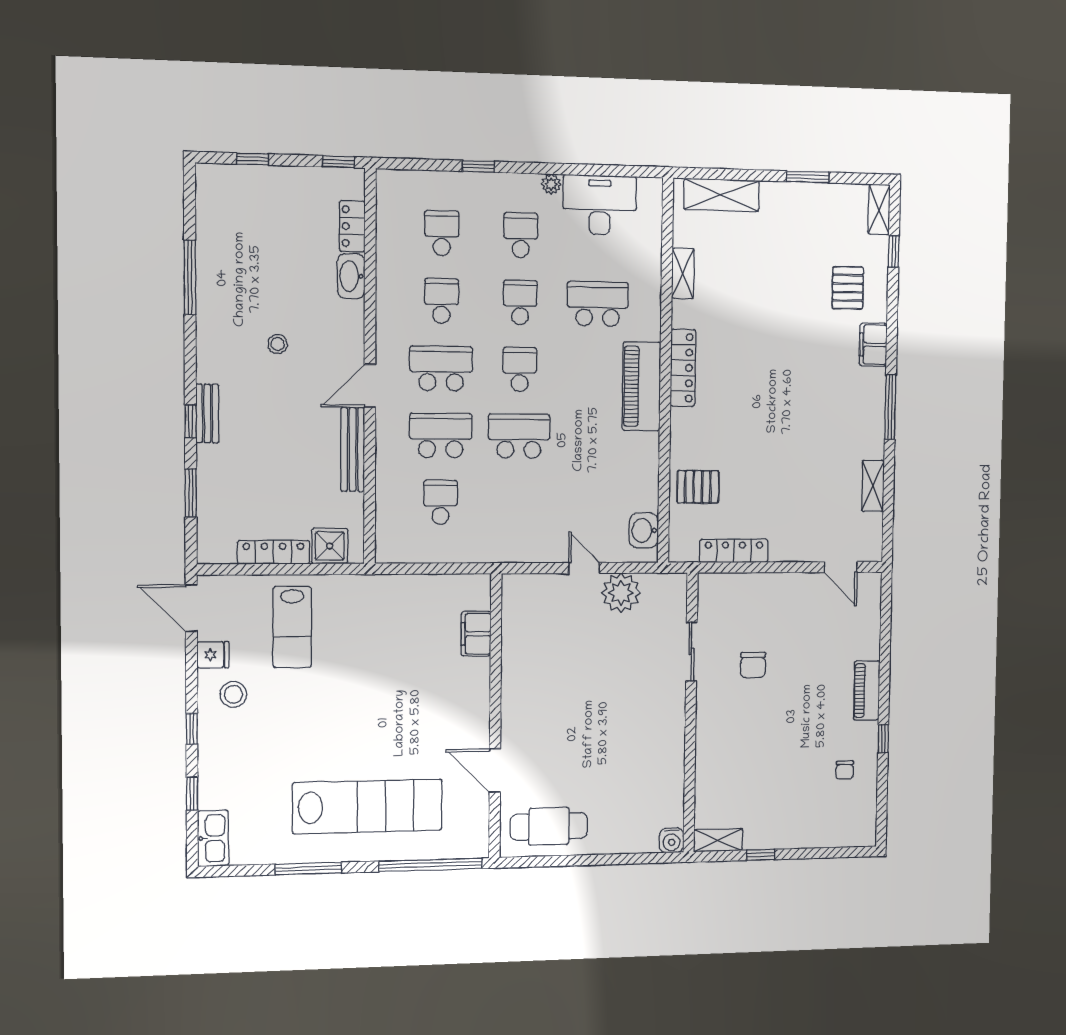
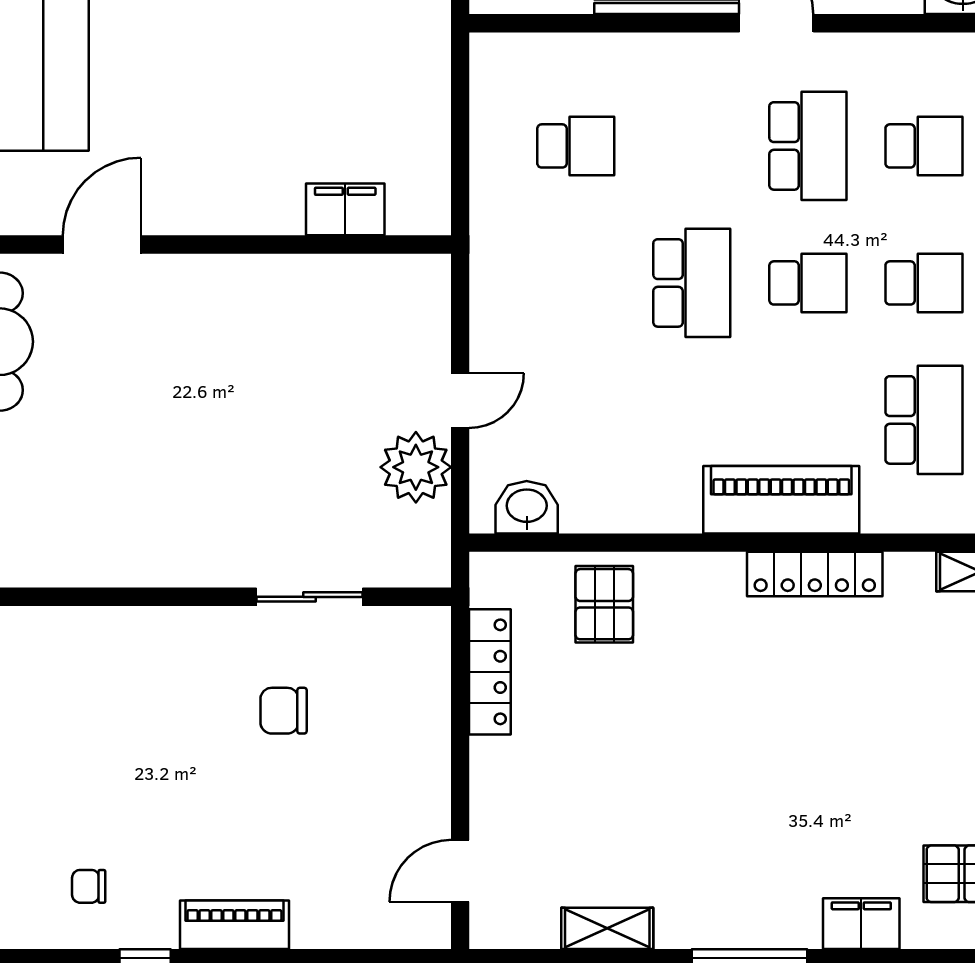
school desk: (441, 436) -> (692, 146), removed

